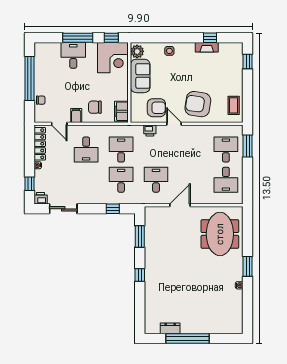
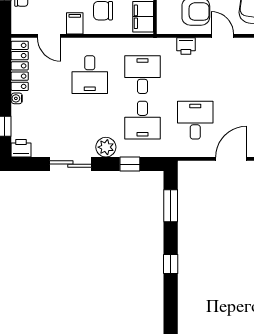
desk: (121, 180) -> (142, 120), turned 180
plant: (97, 198) -> (106, 147), added
sliding door: (63, 209) -> (70, 164), moved

